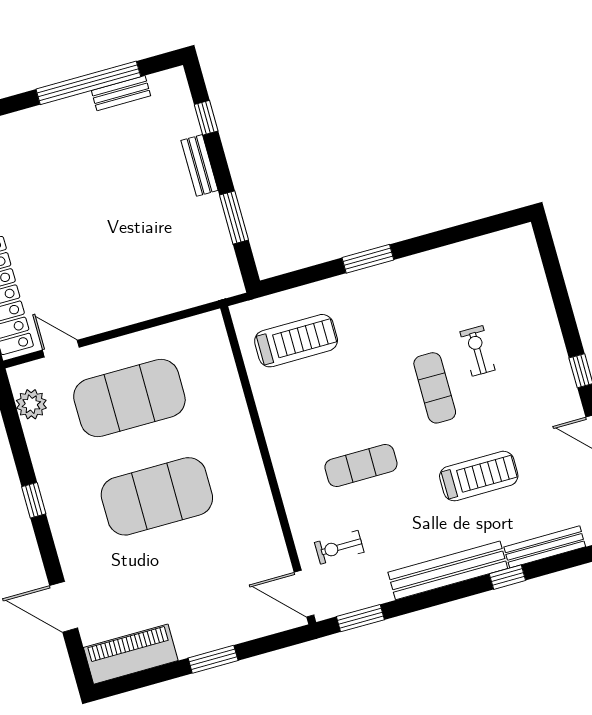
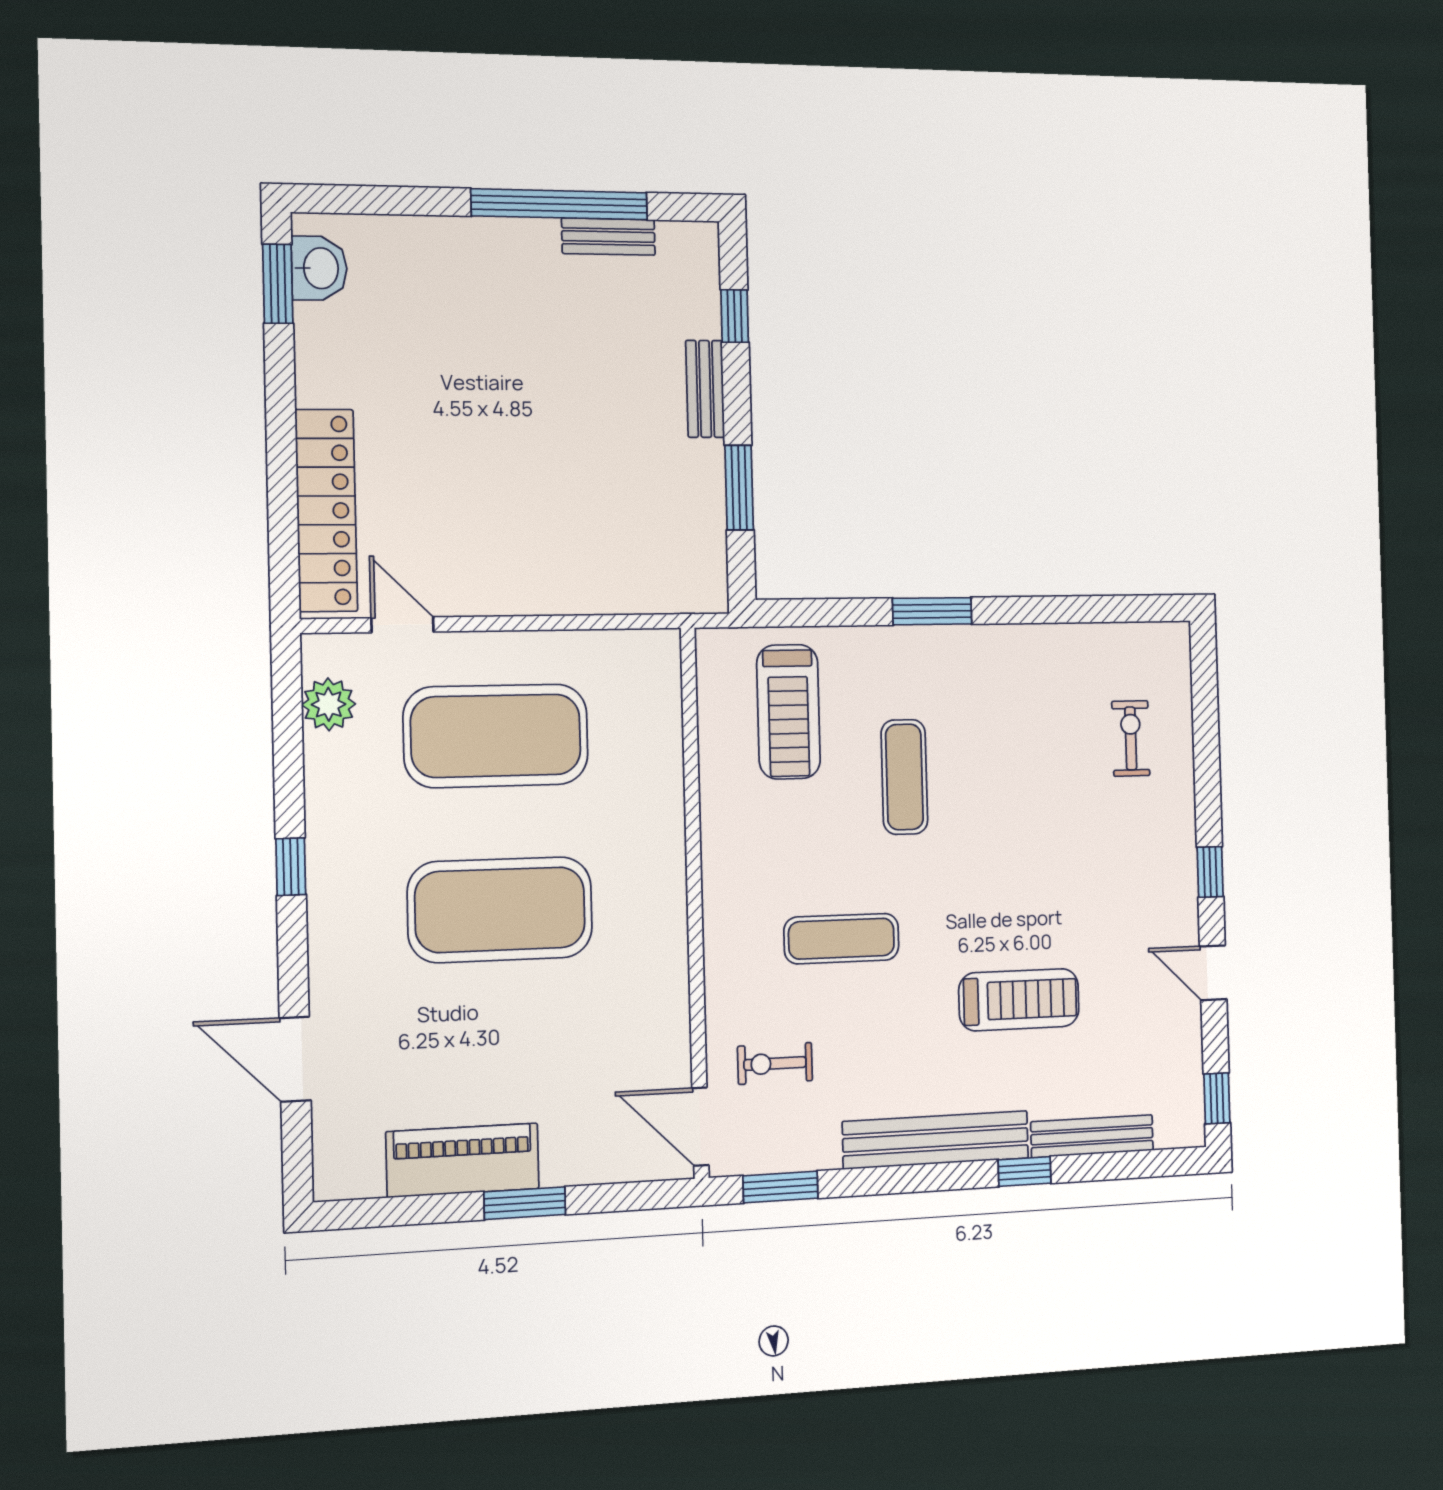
treadmill: (296, 341) -> (789, 712), turned 90
exercise bike: (477, 351) -> (1131, 738), moved
exercise mat: (435, 388) -> (904, 777), moved
piano: (131, 654) -> (463, 1160), moved

